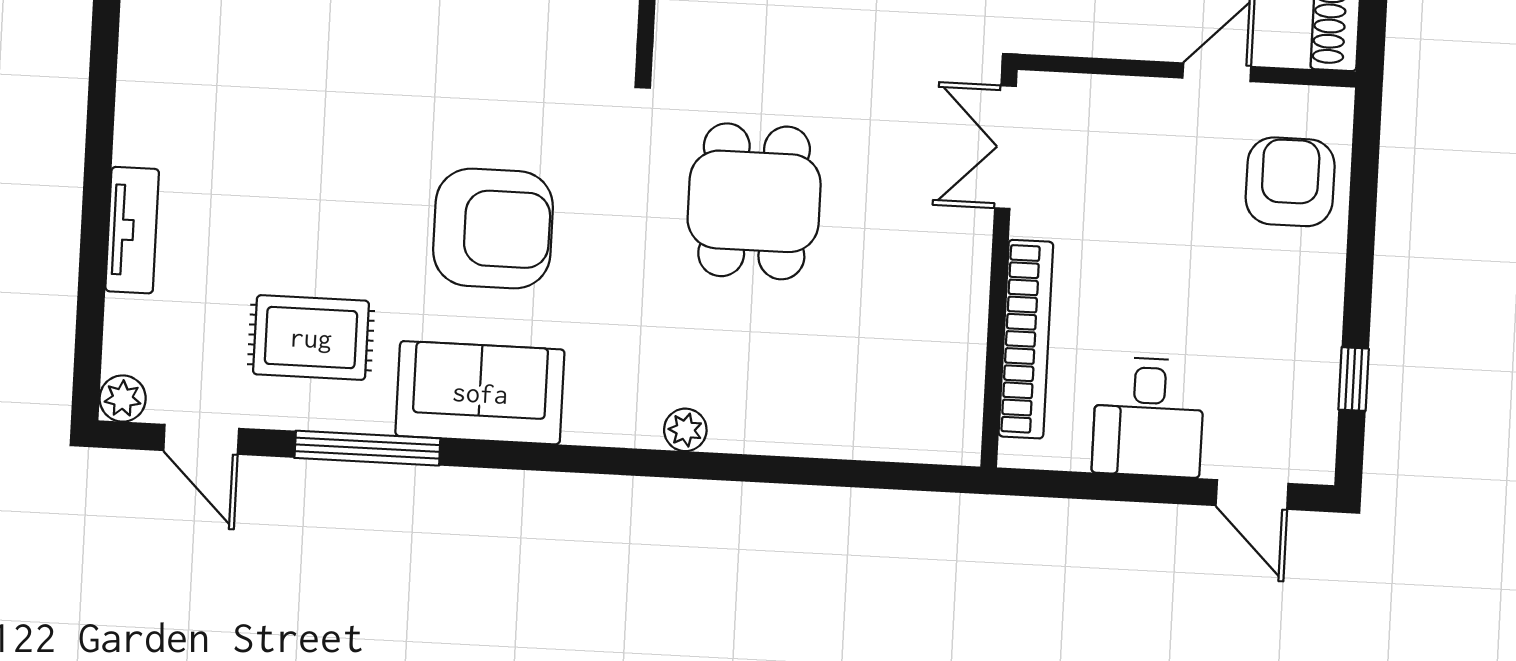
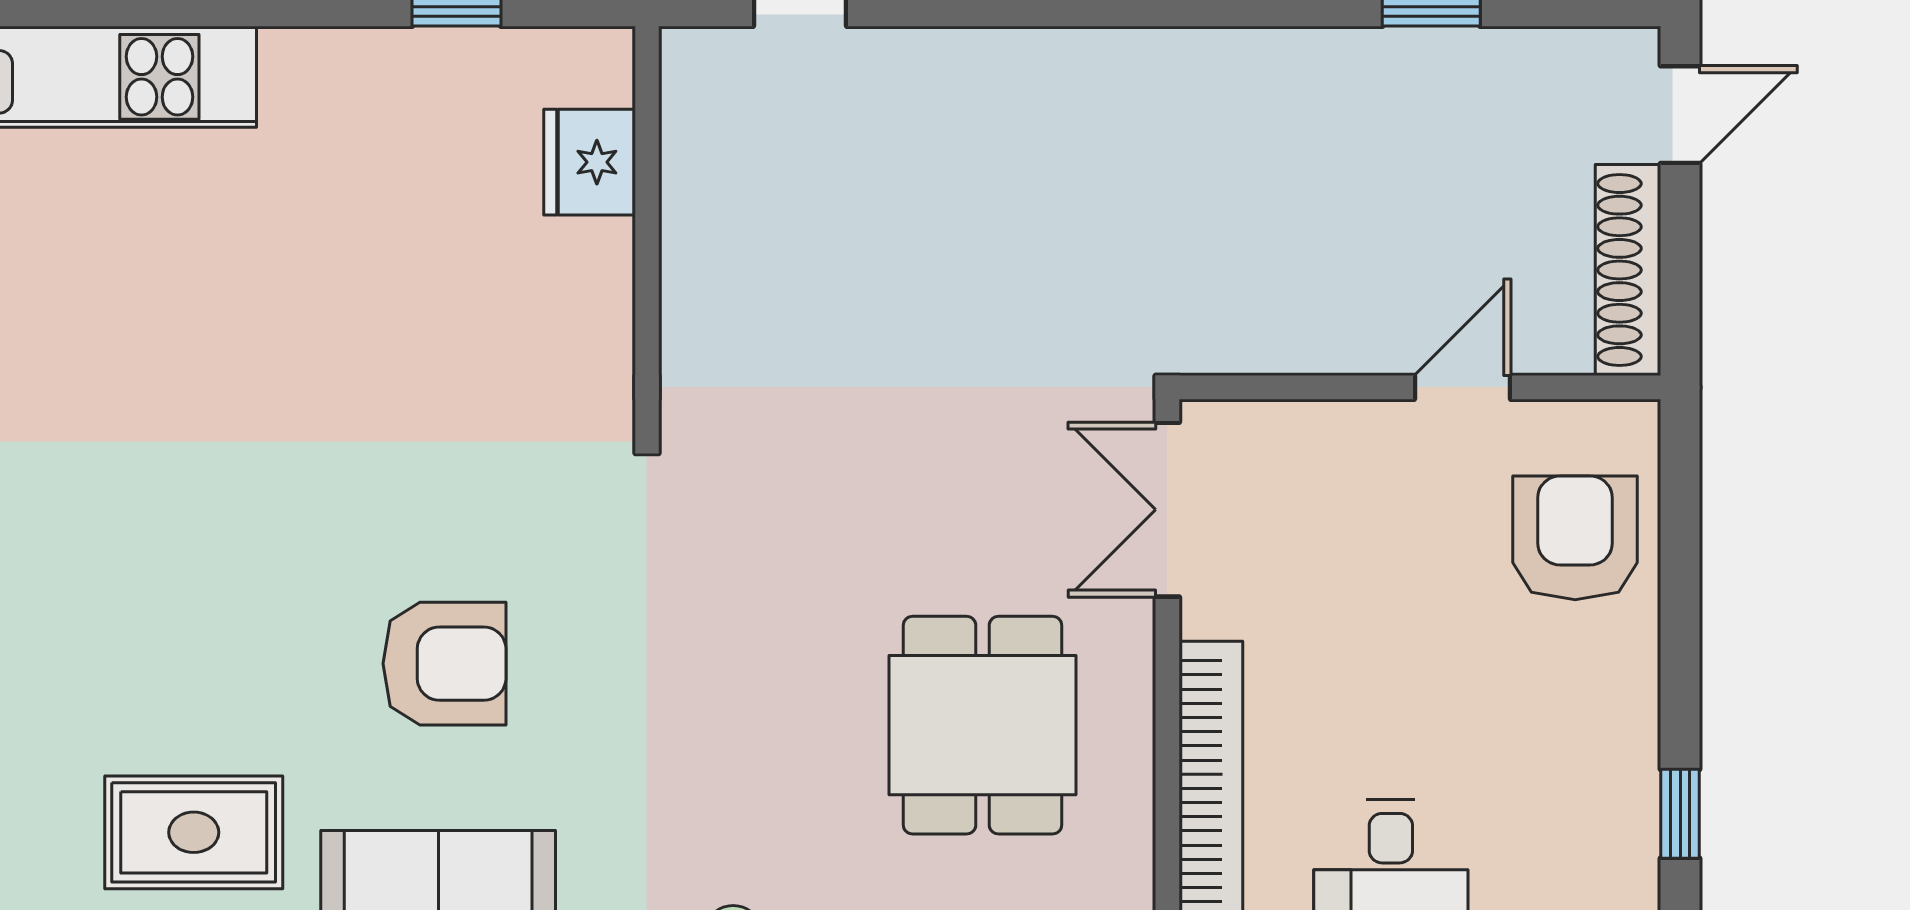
dining table: (754, 201) -> (983, 725), moved
armchair: (493, 229) -> (444, 664), width x0.73, depth x0.73

